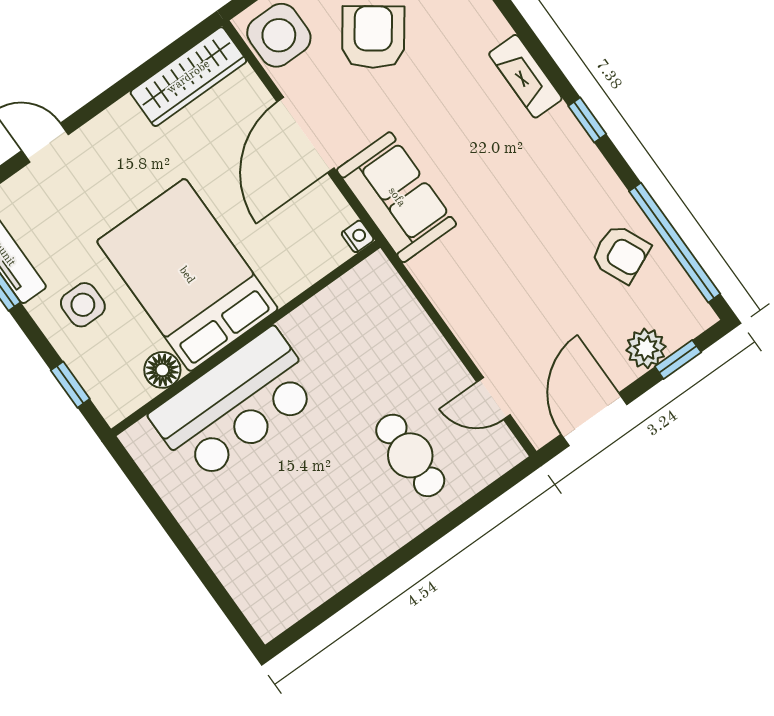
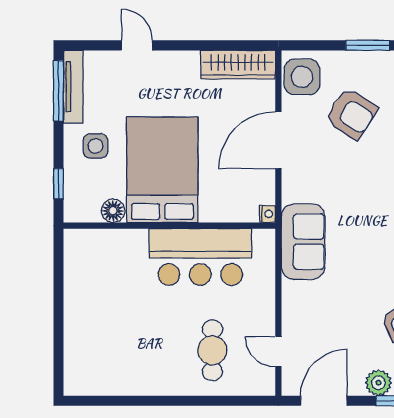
armchair: (373, 37) -> (351, 114), turned 86
sofa: (397, 197) -> (303, 242), moved
bar counter: (235, 405) -> (200, 257), moved

